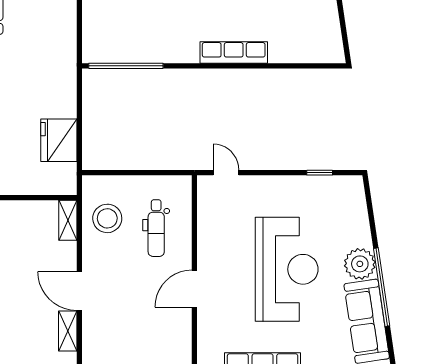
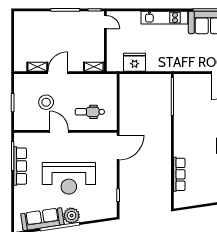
row of seats: (234, 52) -> (179, 174), moved
door: (226, 173) -> (118, 147), width x1.88
stool: (107, 218) -> (46, 102), moved

